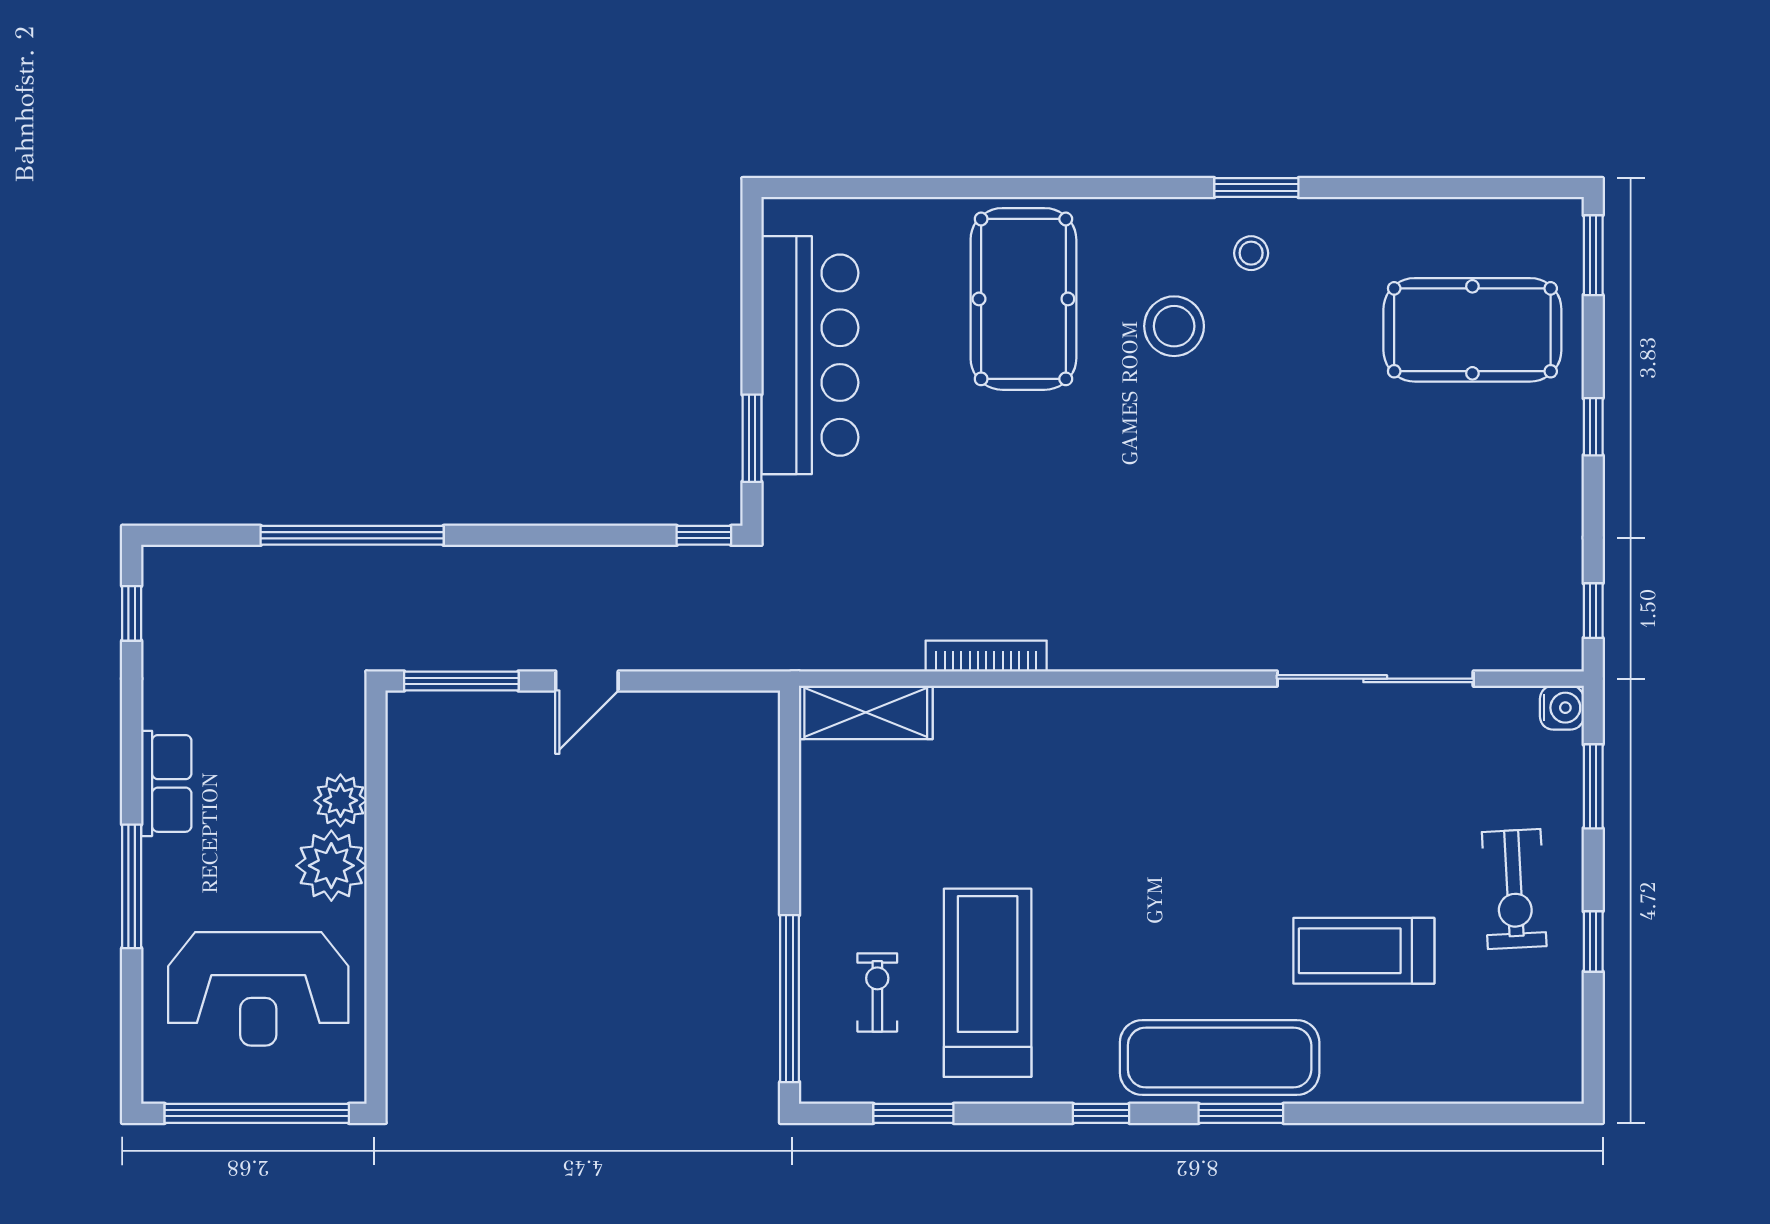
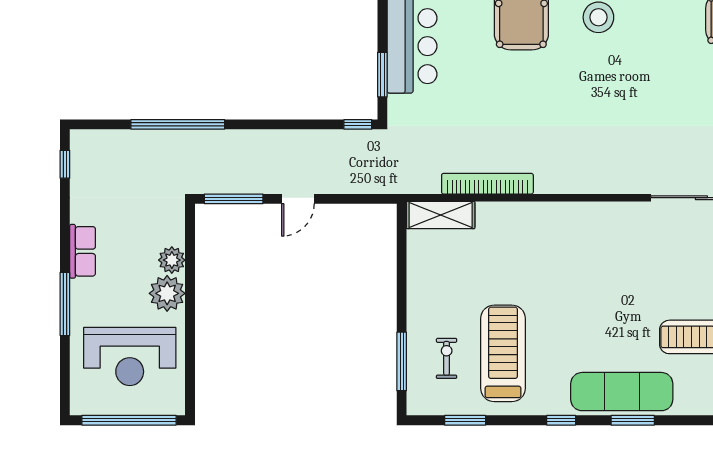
bookcase: (986, 656) -> (487, 184), width x1.48, depth x1.31
window: (790, 999) -> (402, 361), width x0.68

